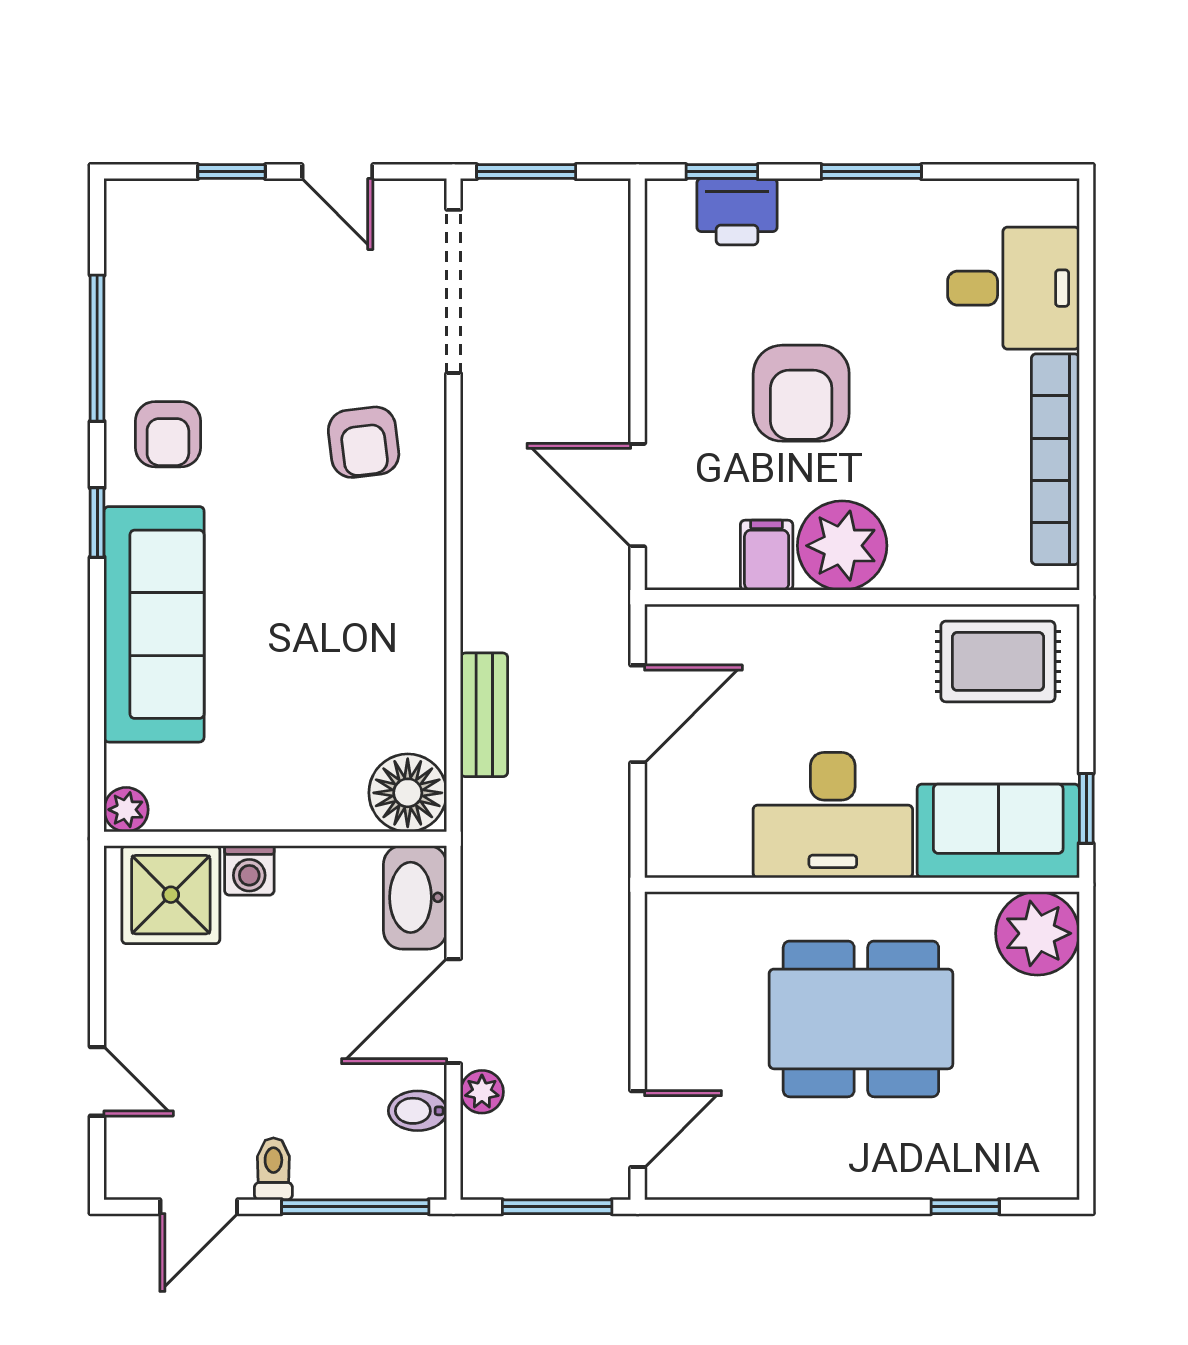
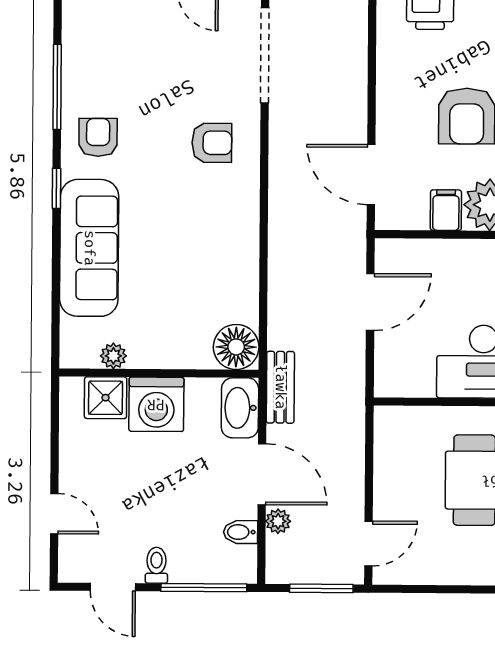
armchair: (168, 434) -> (98, 137), turned 180
armchair: (364, 442) -> (212, 143), turned -83
bench: (484, 715) -> (280, 387), moved
plant: (126, 810) -> (113, 356), moved
washing machine: (249, 870) -> (156, 404), width x1.89, depth x1.89
shower: (171, 895) -> (106, 398), width x0.73, depth x0.73
door: (454, 1011) -> (262, 474), swing flipped
door: (199, 1207) -> (113, 587), hinge flipped

